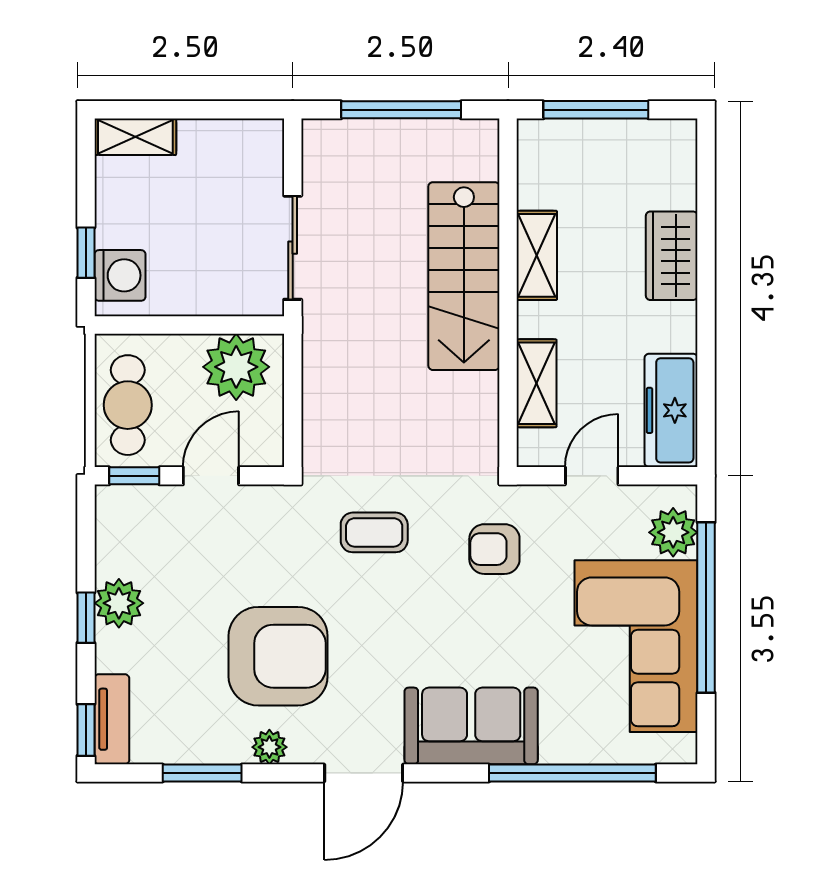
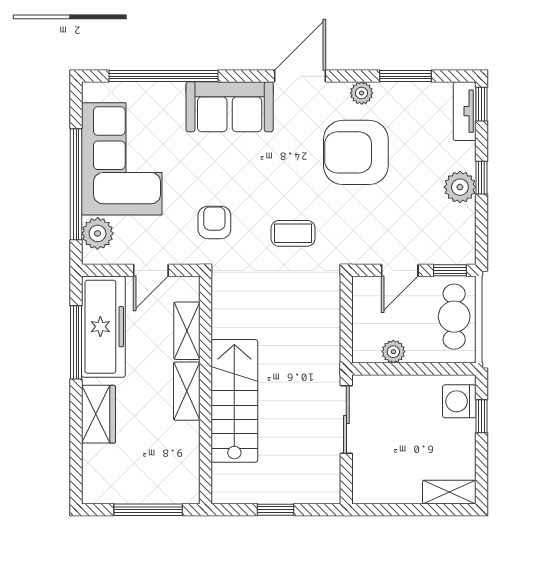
window: (401, 110) -> (275, 510), width x0.46
shelving: (537, 255) -> (187, 391), moved
window: (706, 366) -> (76, 342), added
plant: (236, 367) -> (393, 352), width x0.53, depth x0.53
freezer: (671, 410) -> (103, 327), width x1.36, depth x1.26
armchair: (494, 549) -> (214, 222), turned -90

